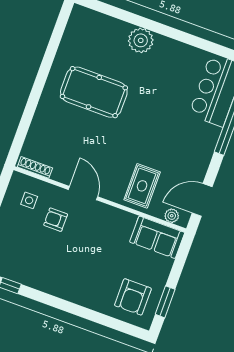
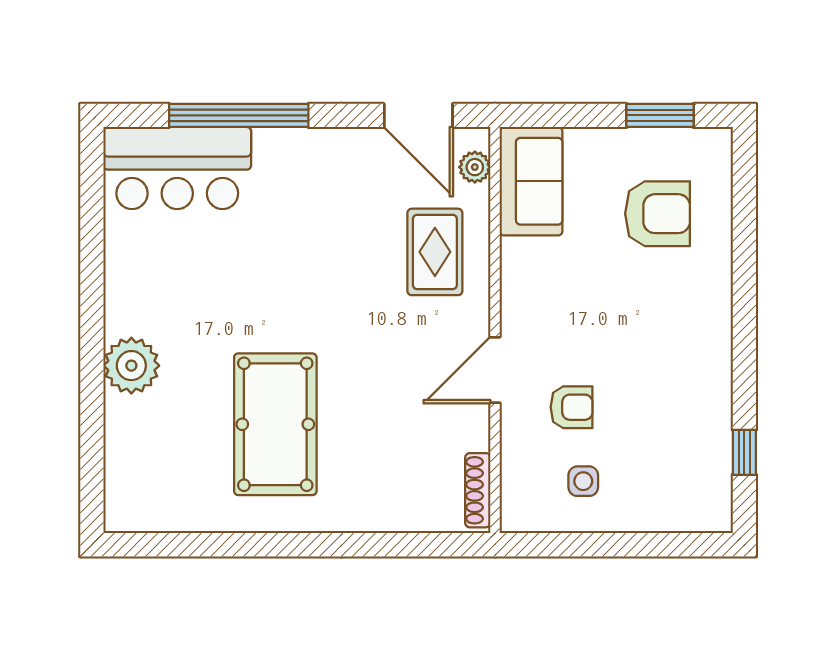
rug: (142, 186) -> (435, 252), turned 90
side table: (29, 200) -> (583, 481), moved
armchair: (56, 220) -> (571, 407), turned -90
armchair: (133, 297) -> (658, 214), moved

